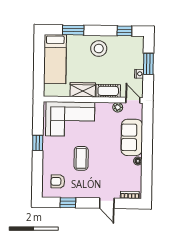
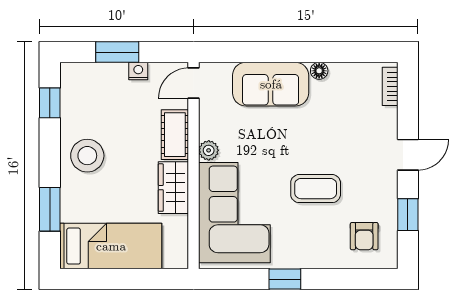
plant: (118, 107) -> (209, 150), moved
door: (107, 203) -> (408, 155), moved

